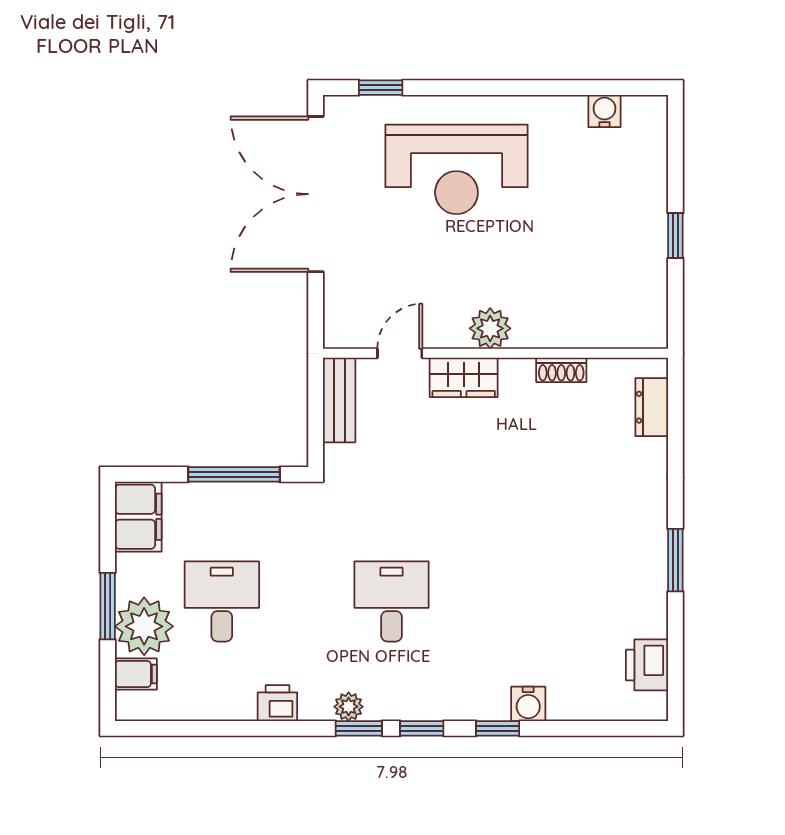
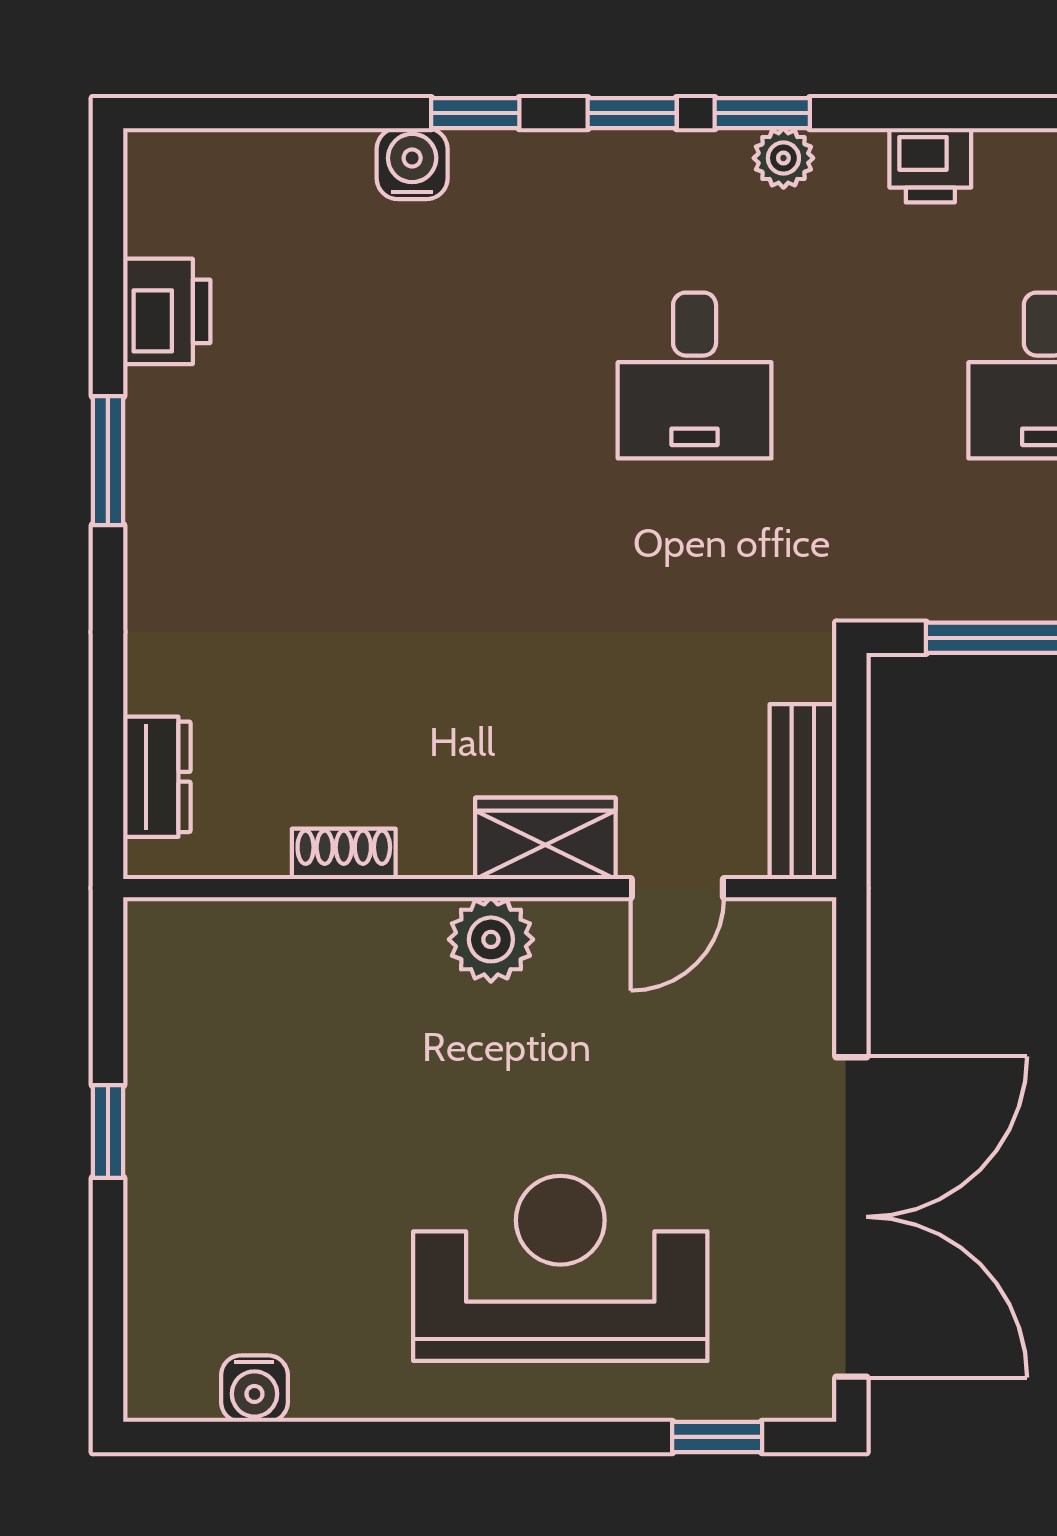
printer: (647, 665) -> (167, 311), moved

